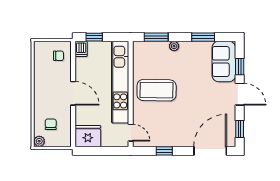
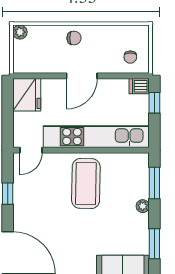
chair: (51, 124) -> (74, 38), moved

